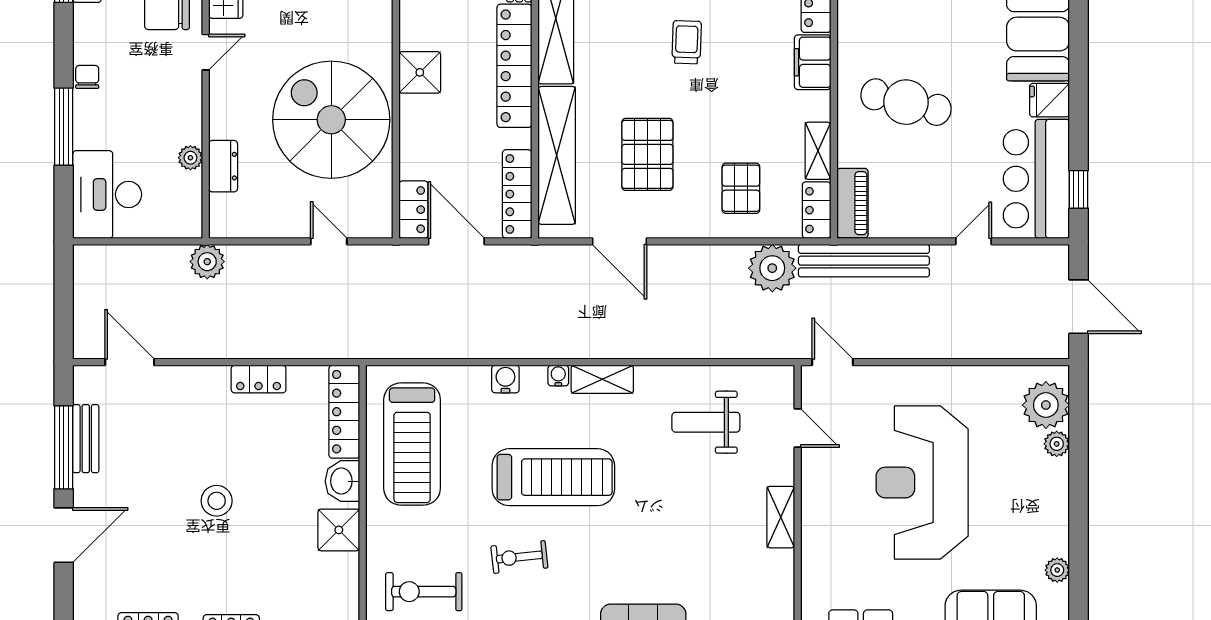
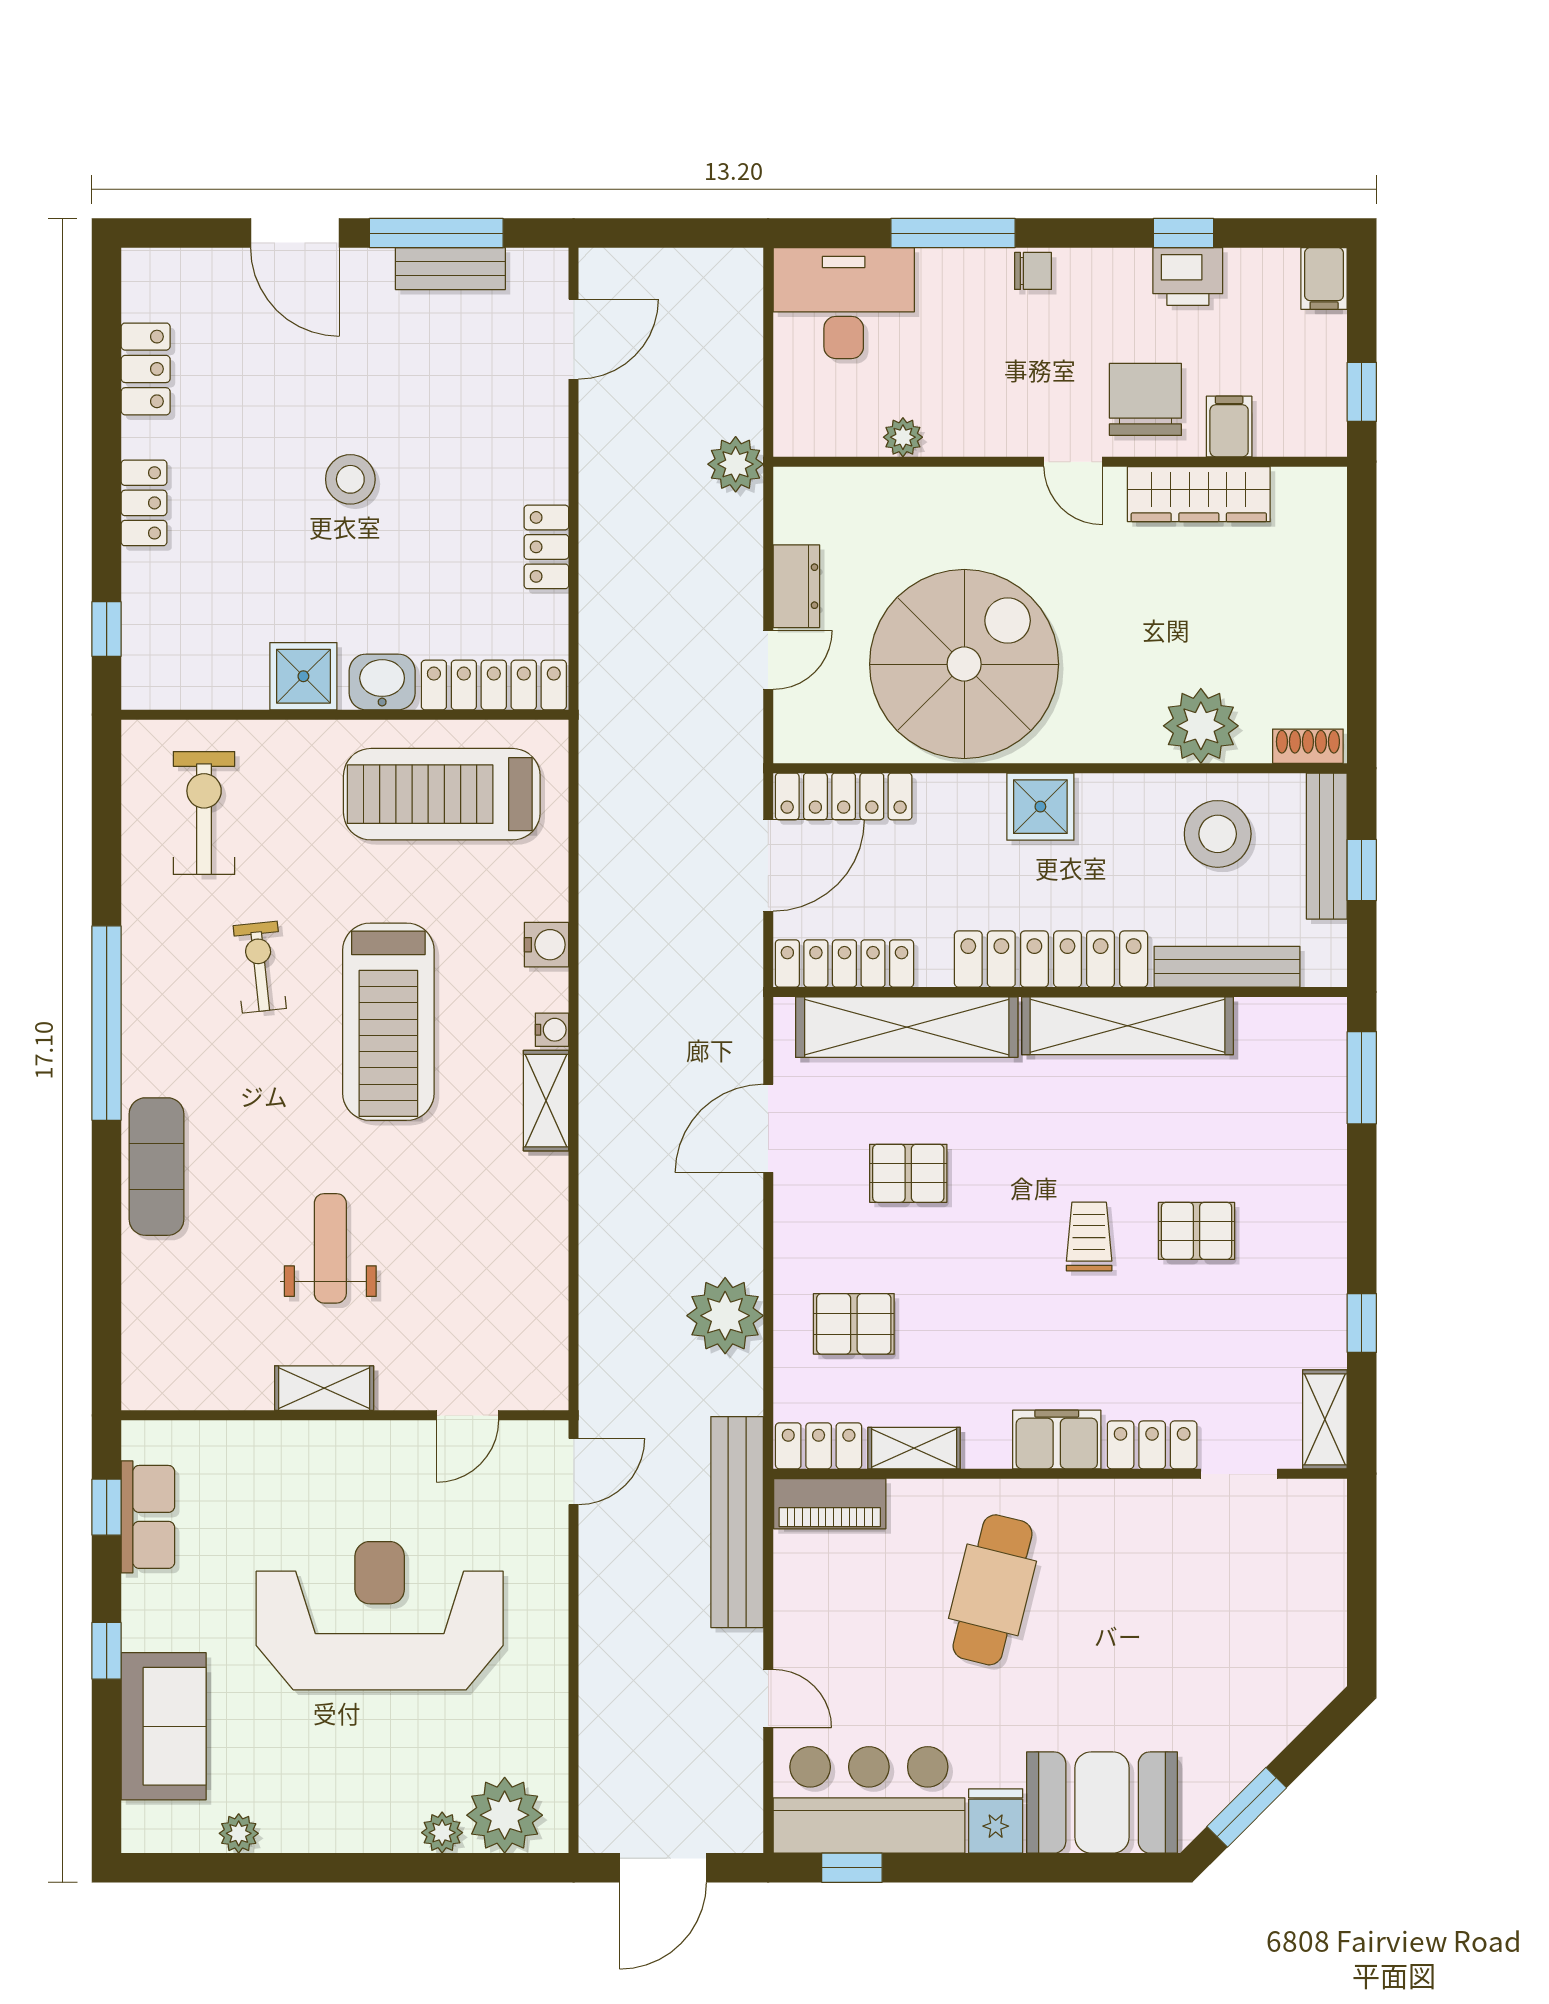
trolley: (687, 42) -> (1089, 1237), turned -92
pallet: (647, 154) -> (908, 1173), width x0.67, depth x0.71
dresser: (223, 166) -> (796, 586), moved, turned -90
locker: (413, 210) -> (844, 796), width x1.53
plant: (772, 268) -> (725, 1316), moved
weight bench: (706, 422) -> (330, 1248), moved

